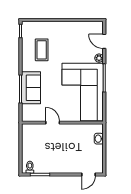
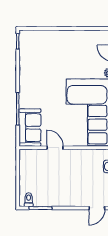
coffee table: (42, 50) -> (42, 63), removed
sofa: (31, 88) -> (30, 128), moved

